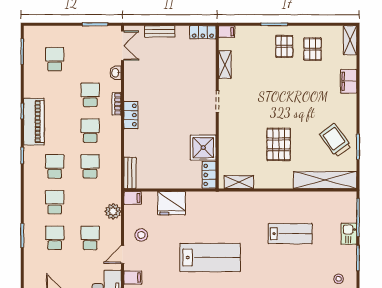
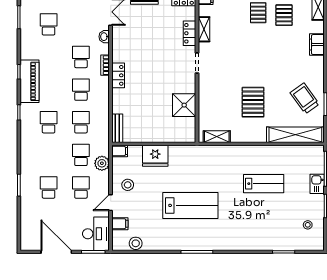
locker: (209, 175) -> (189, 33), moved
school desk: (55, 202) -> (81, 155), moved

